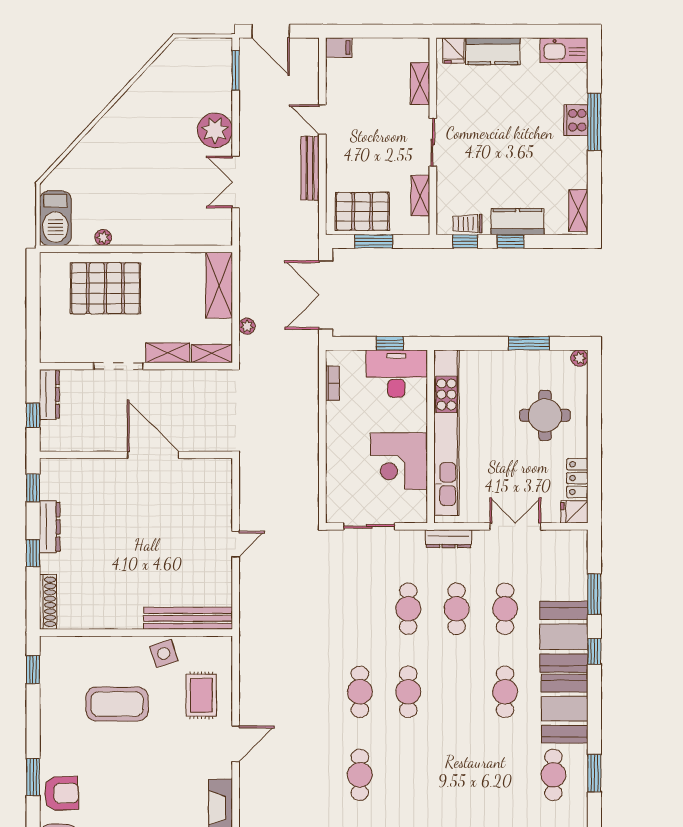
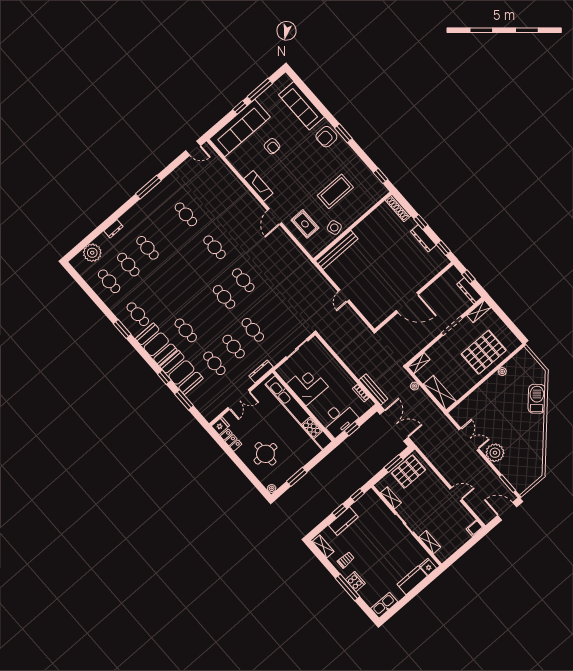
bench: (310, 168) -> (373, 389), moved
barbecue: (55, 218) -> (537, 399), moved, turned 43
trolley: (467, 224) -> (346, 560), moved
shelving: (168, 353) -> (479, 311), moved

